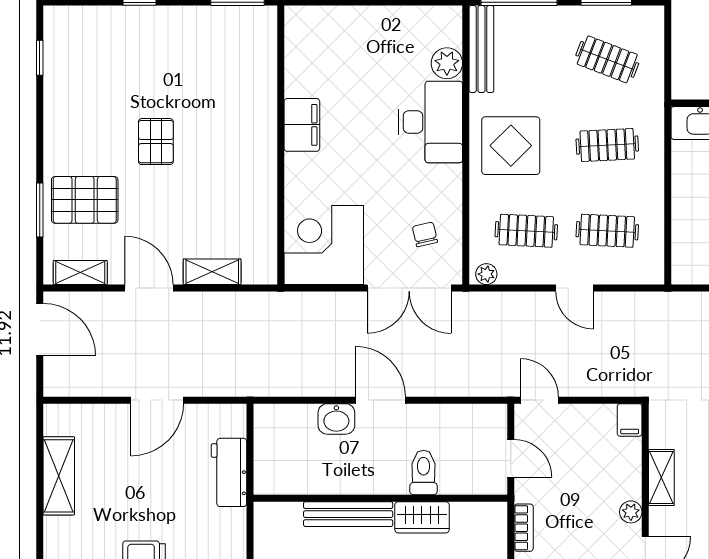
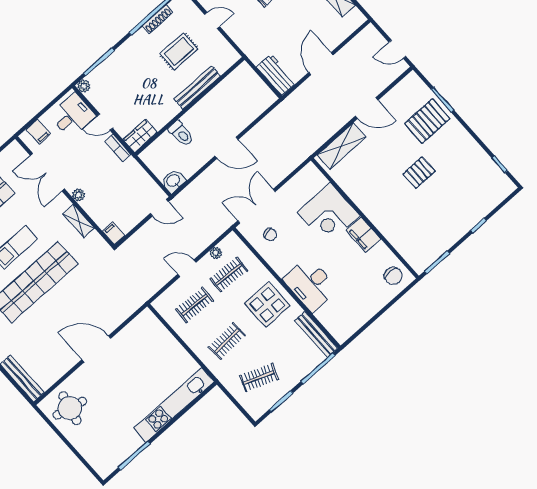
chair: (311, 36) -> (393, 276), added
plant: (447, 63) -> (325, 315), removed
pallet: (156, 142) -> (419, 173), turned 90
corner desk: (324, 245) -> (328, 214), moved, turned 90
shelving: (212, 272) -> (342, 146), width x1.50, depth x1.33
shelving: (80, 273) -> (402, 89), removed
plant: (486, 274) -> (216, 253), moved
door: (40, 330) -> (397, 49), width x0.73
washbasin: (336, 419) -> (174, 181), moved
door: (511, 458) -> (150, 172), removed
workbench: (229, 472) -> (276, 75), moved
wardrobe: (422, 517) -> (140, 136), moved

